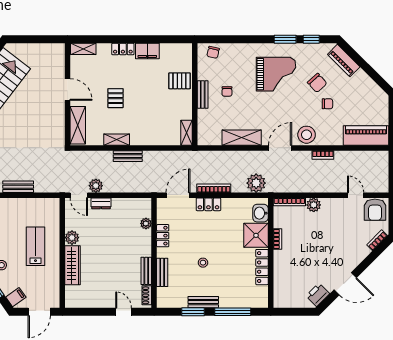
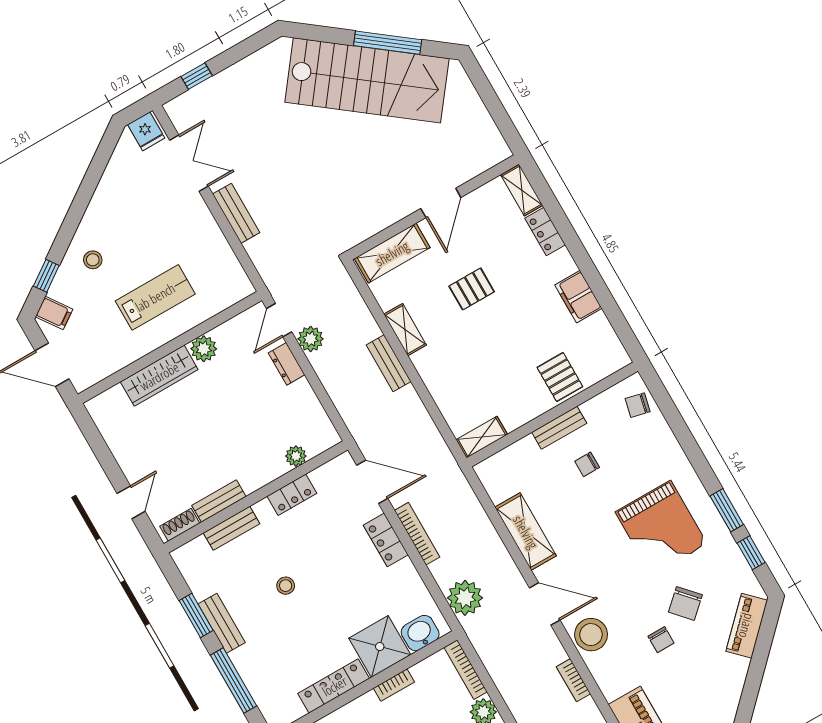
locker: (123, 49) -> (545, 232), moved

